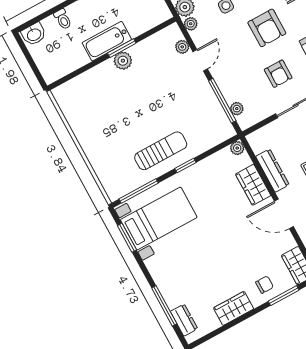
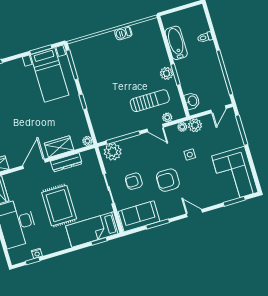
washbasin: (34, 34) -> (192, 101), moved, turned 180
bathtub: (107, 41) -> (176, 43), moved
plant: (237, 109) -> (113, 152), width x1.88, depth x1.88
barbecue: (81, 131) -> (123, 33), added
sun lounger: (161, 151) -> (150, 101), moved, turned -90

